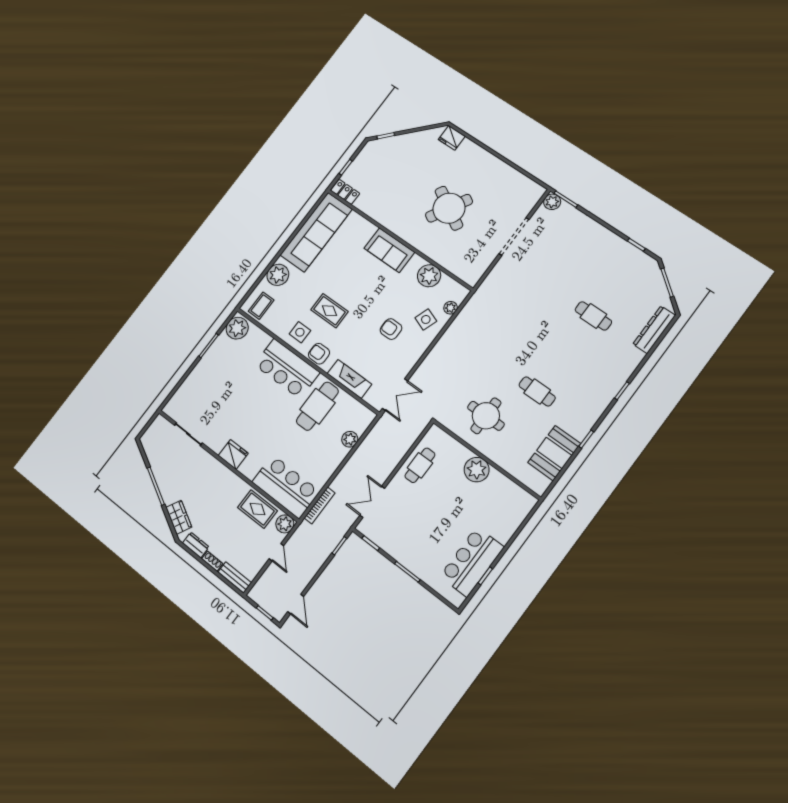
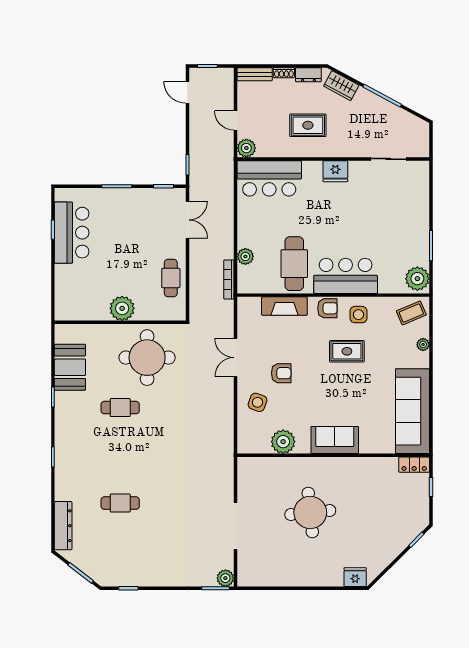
round table: (449, 208) -> (310, 512), turned -36
plant: (278, 275) -> (423, 344), width x0.53, depth x0.53
coffee table: (261, 306) -> (411, 313), turned 67
plant: (451, 308) -> (244, 427), removed
double door: (395, 395) -> (236, 358), moved
round table: (486, 416) -> (147, 358), width x1.36, depth x1.36
bookcase: (320, 505) -> (229, 280), moved
rug: (257, 509) -> (308, 125), moved

